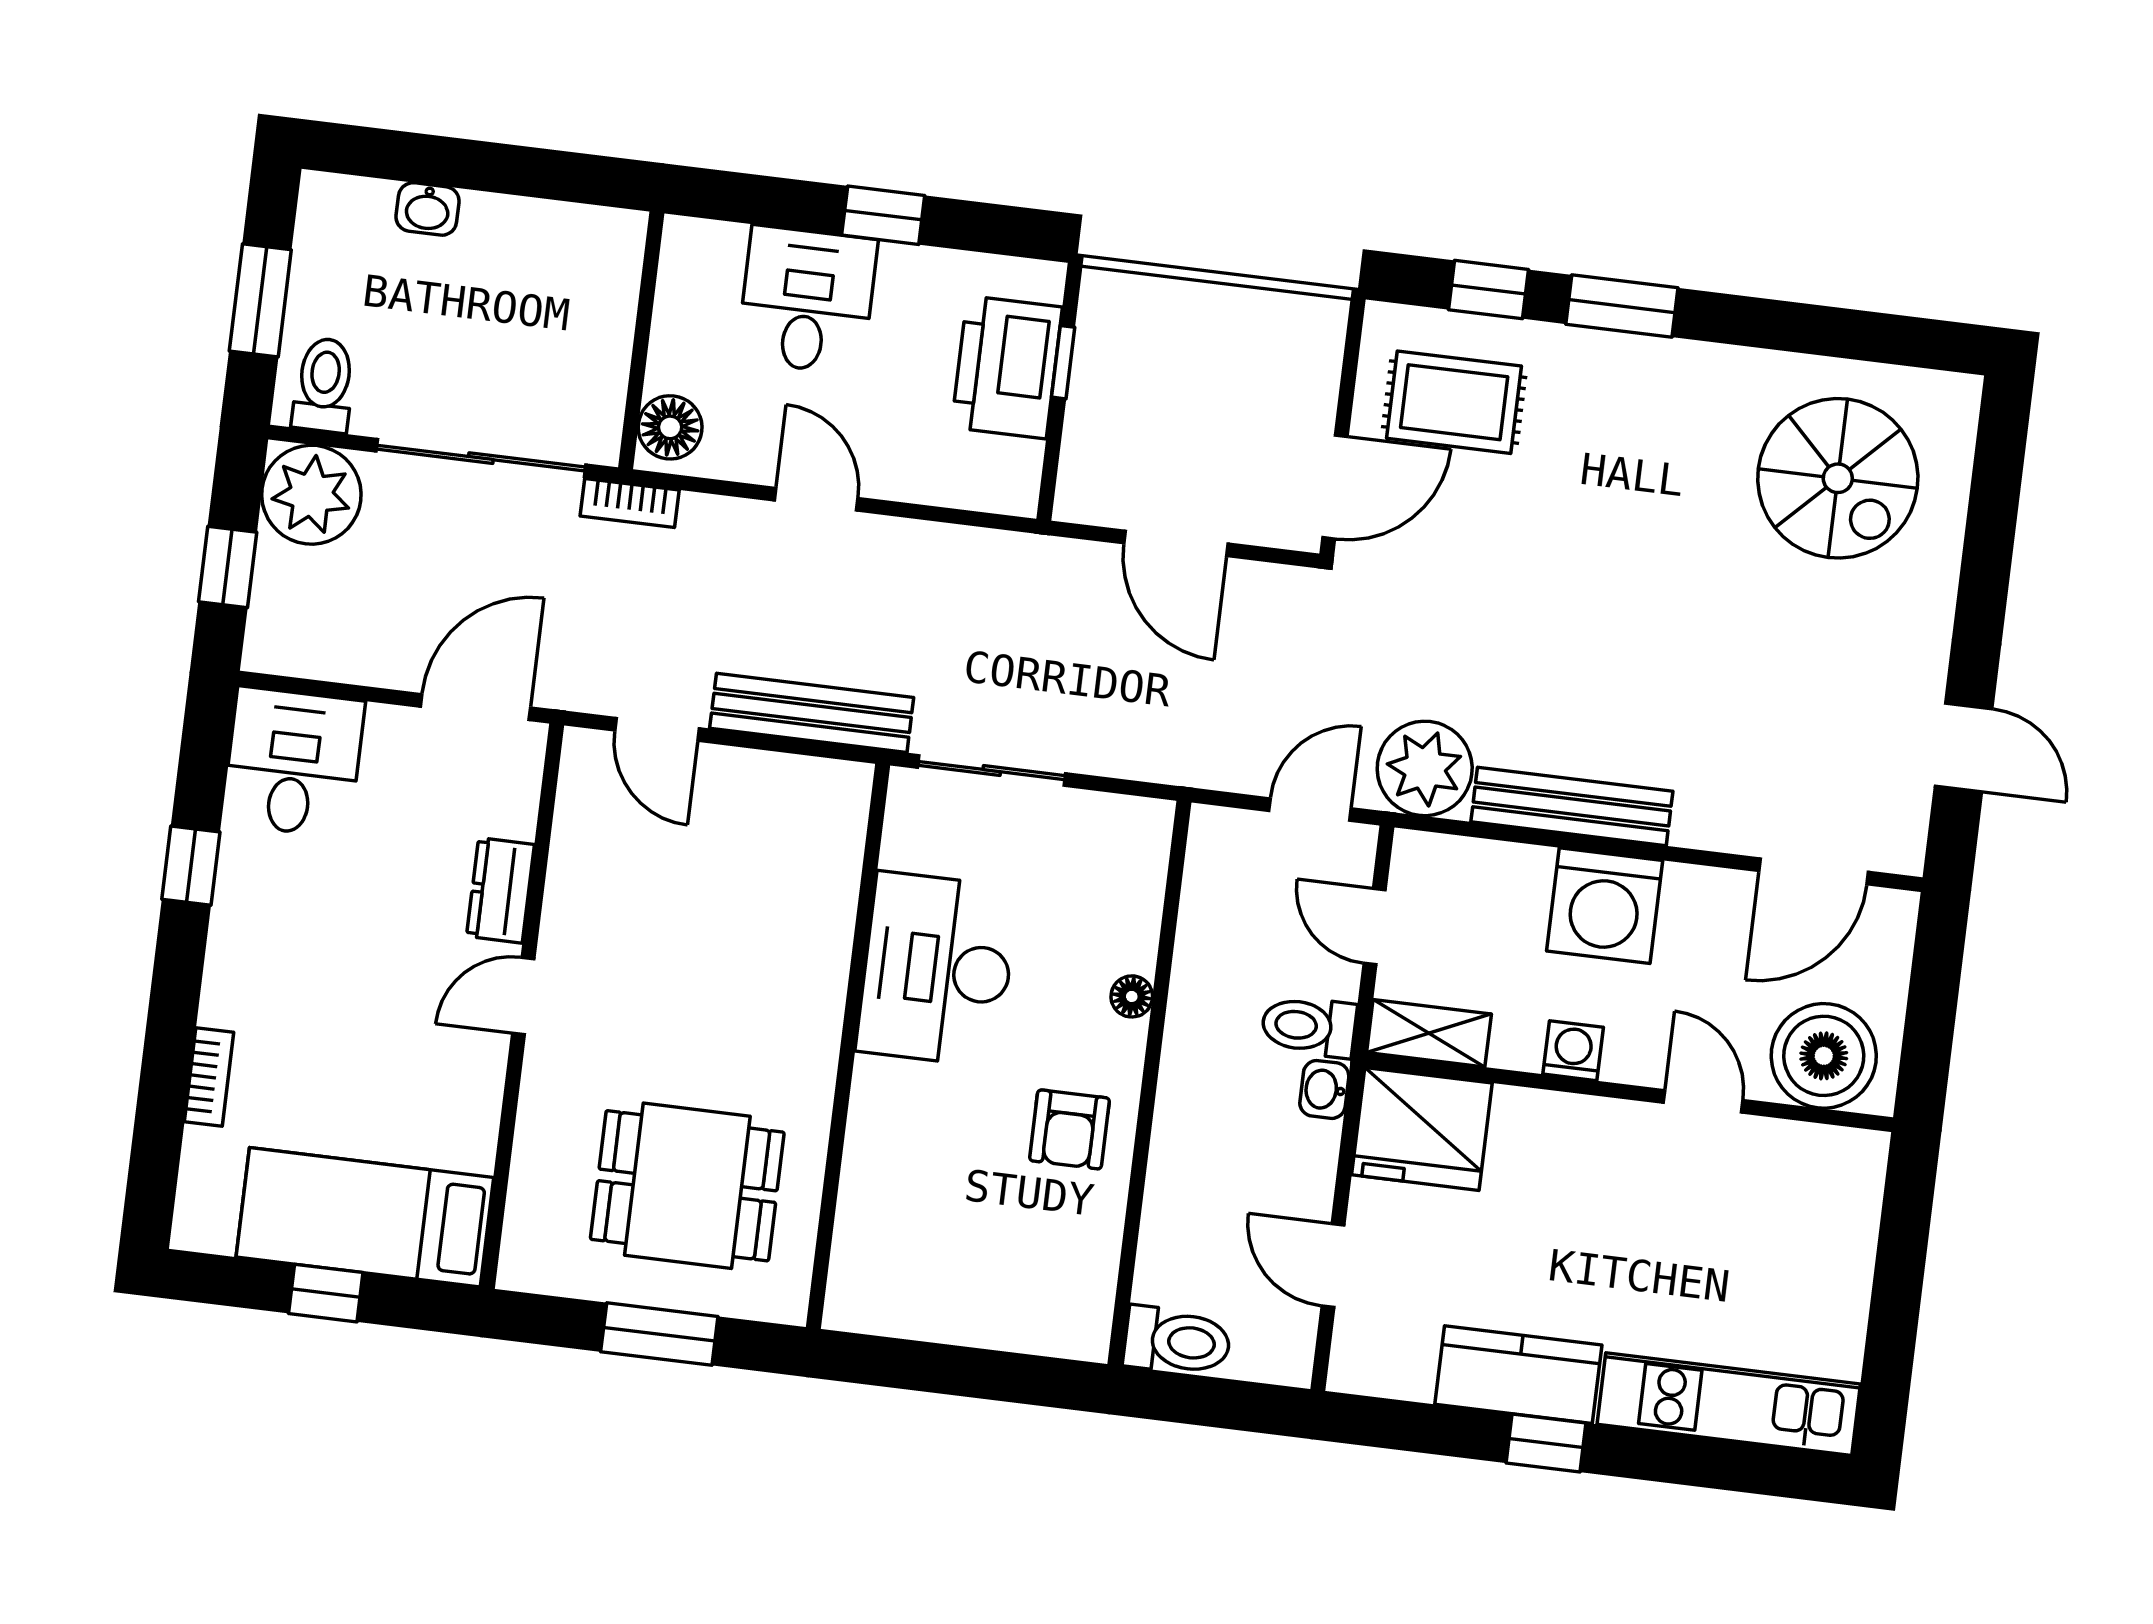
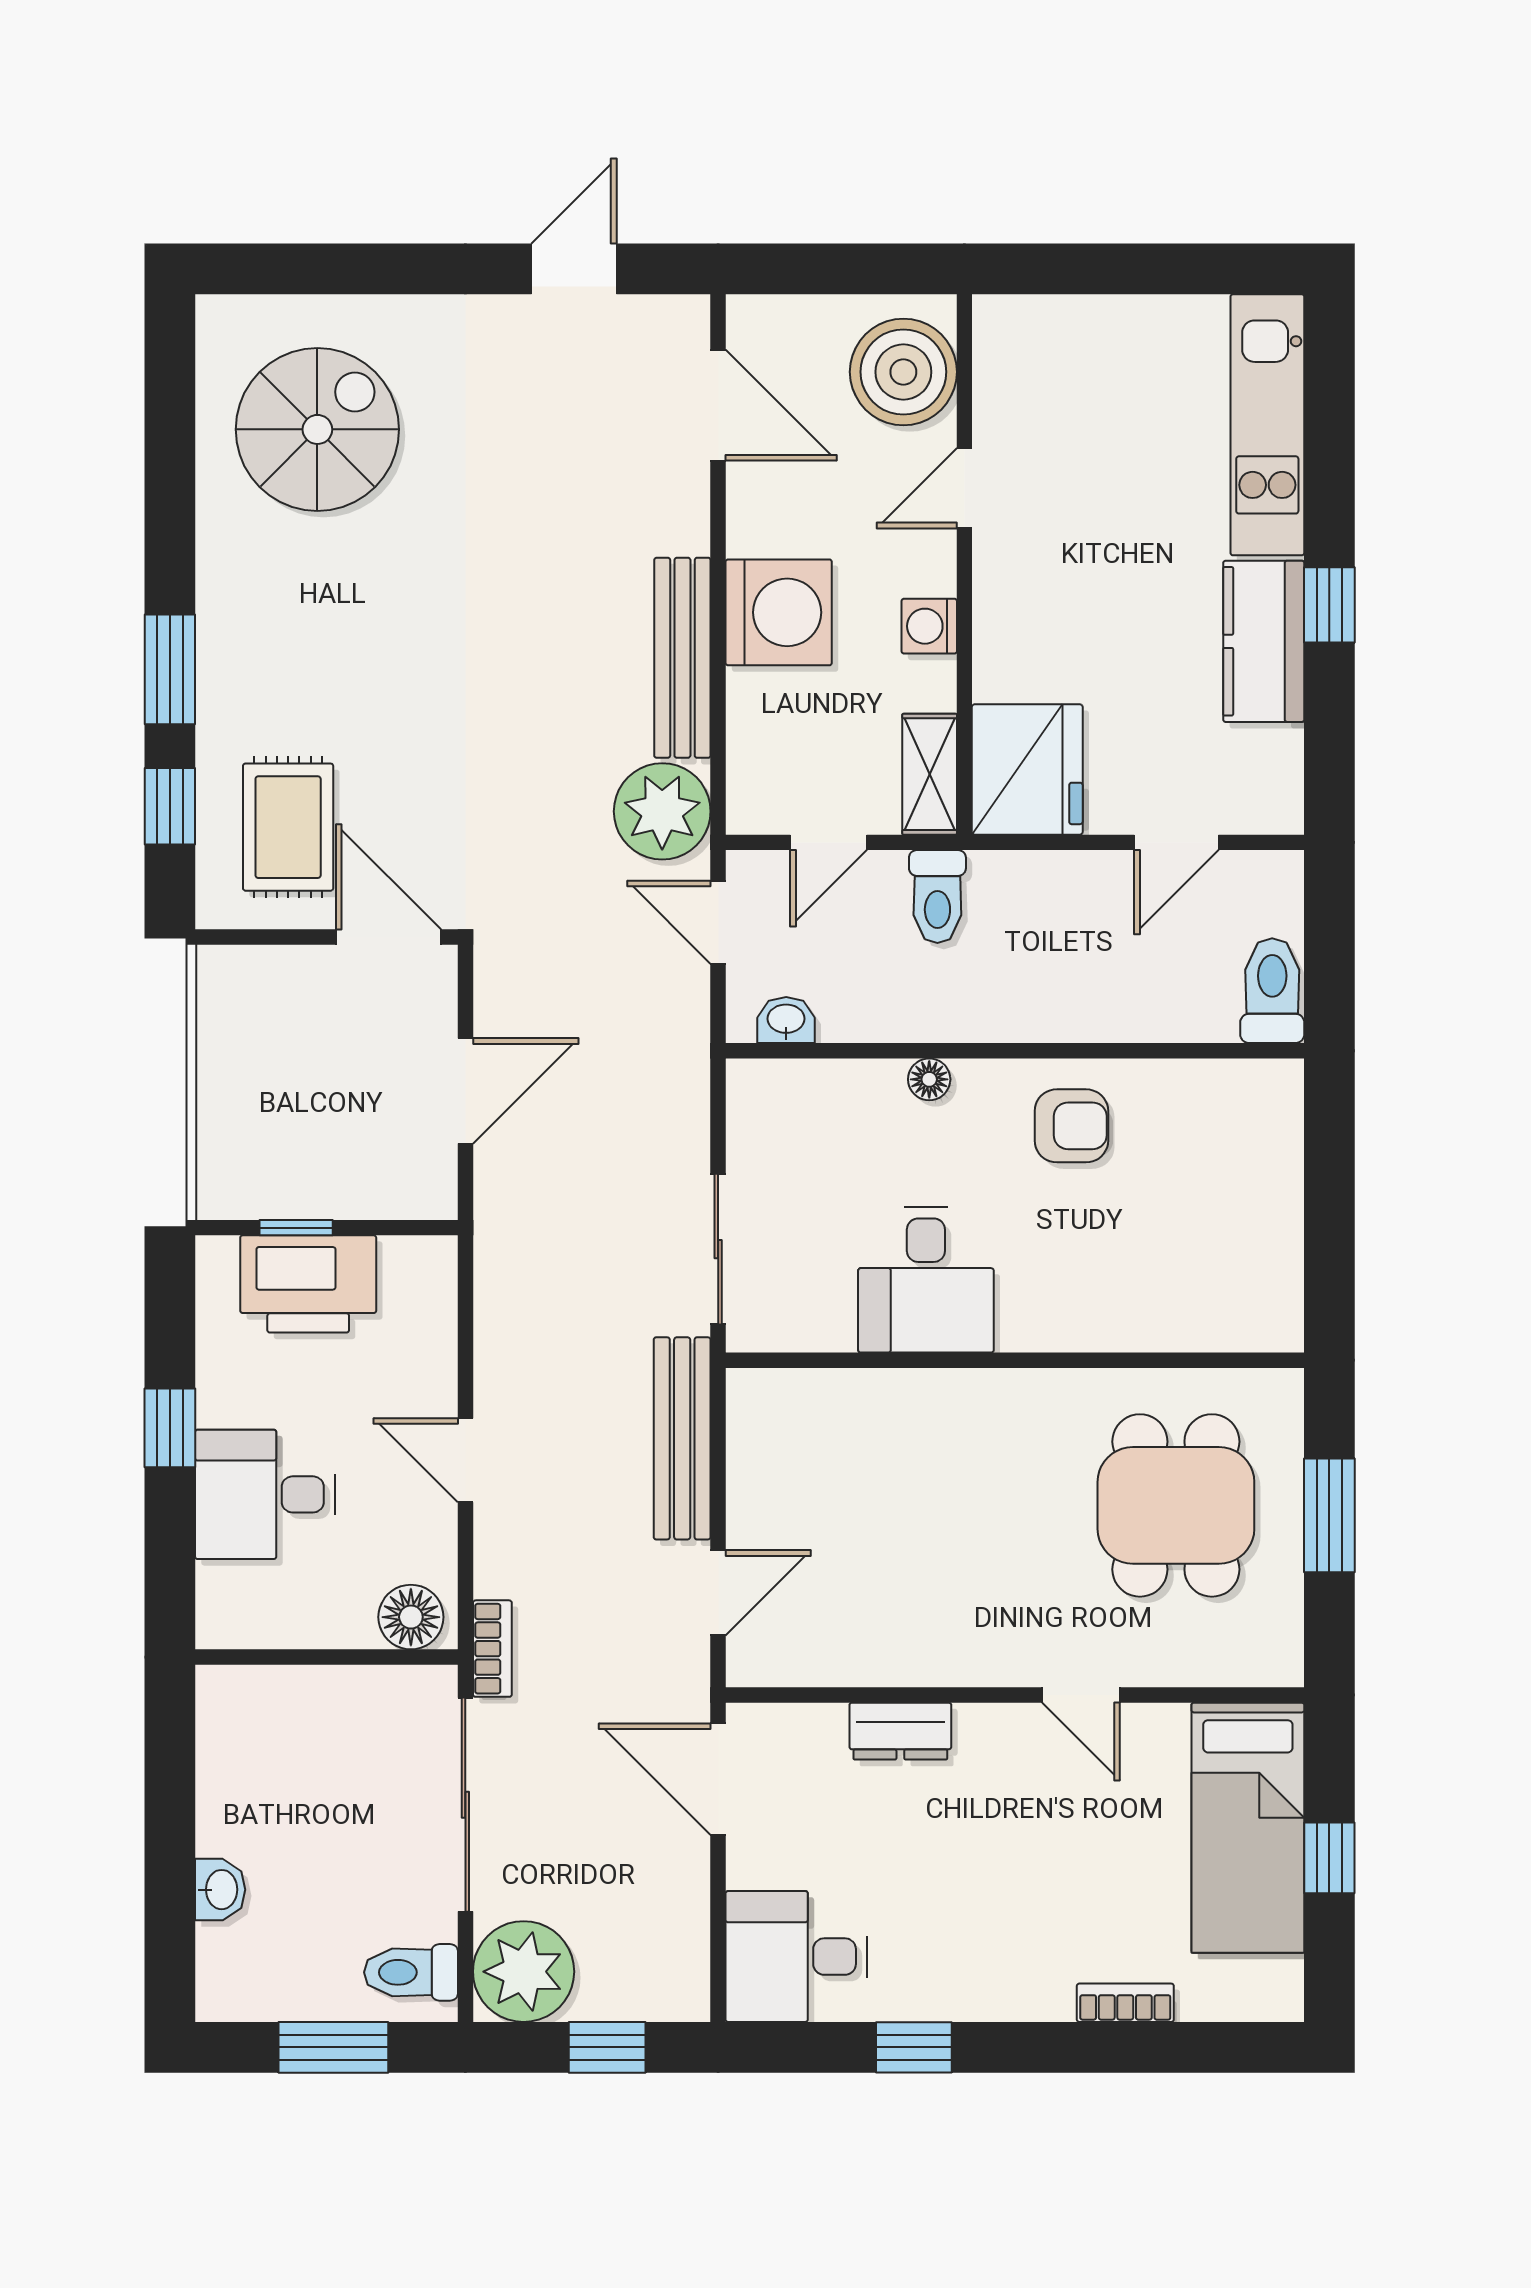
door: (816, 499) -> (465, 1460), hinge flipped
desk: (937, 969) -> (926, 1280), width x0.73
door: (523, 996) -> (1081, 1695), moved
washbasin: (1324, 1089) -> (786, 1020), moved, turned 180

